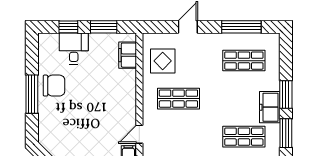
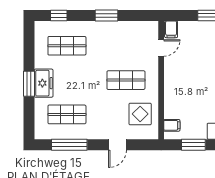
filing cabinet: (128, 55) -> (172, 125), width x0.50
freezer: (270, 107) -> (44, 83), moved
window: (286, 133) -> (29, 49), removed

